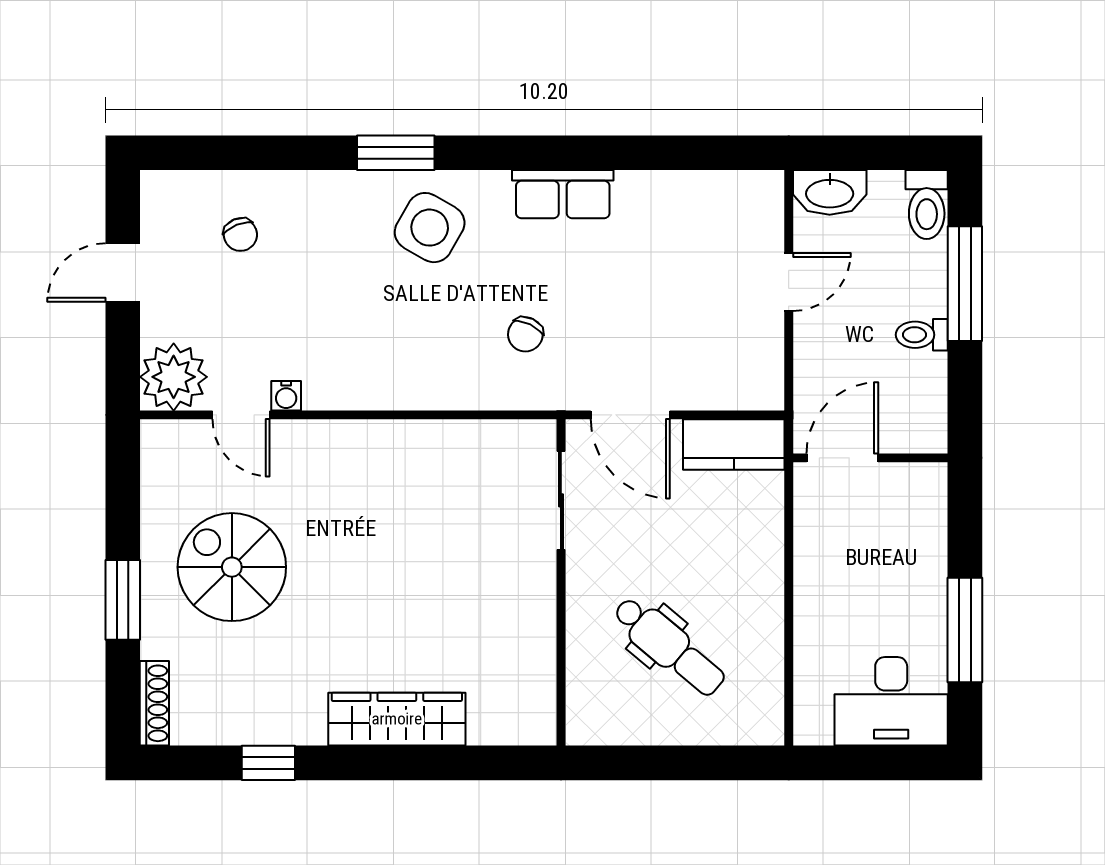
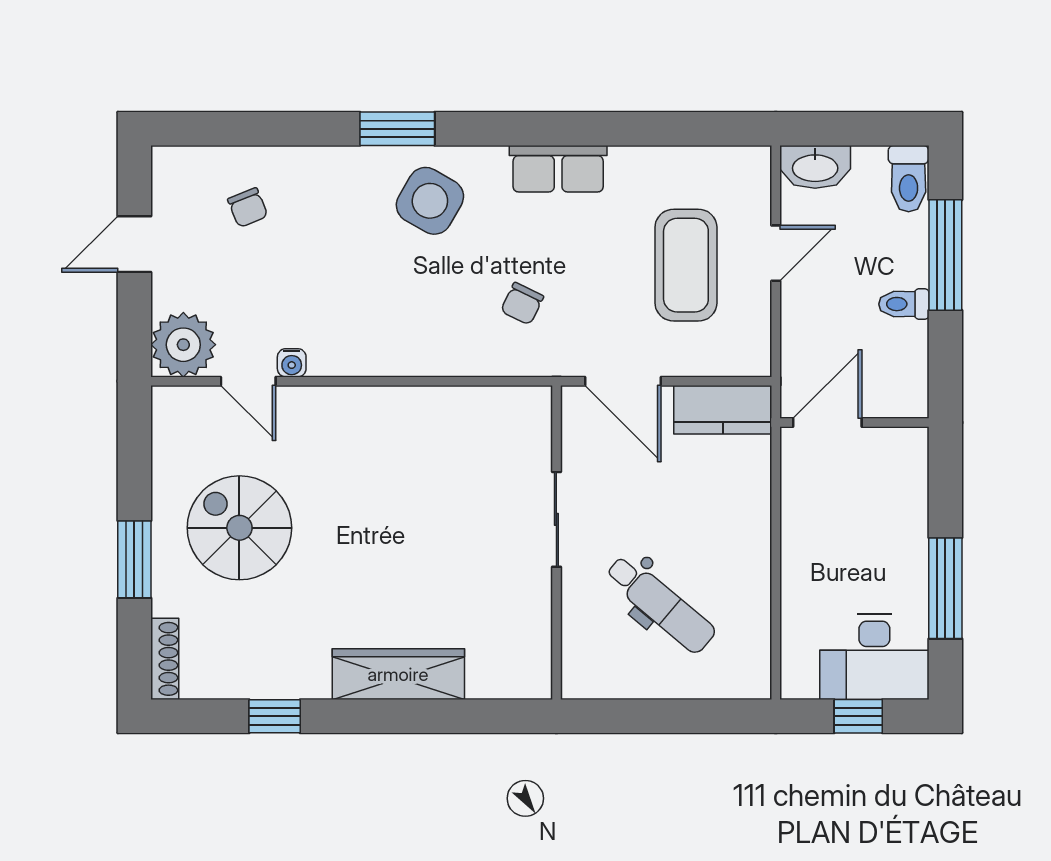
coffee table: (696, 294) -> (686, 265), added
sliding door: (561, 500) -> (556, 519), moved
window: (874, 763) -> (858, 716), added

